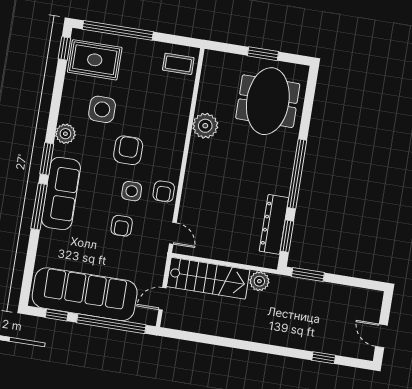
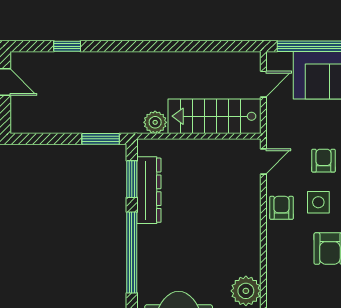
door: (173, 233) -> (263, 161), swing flipped

